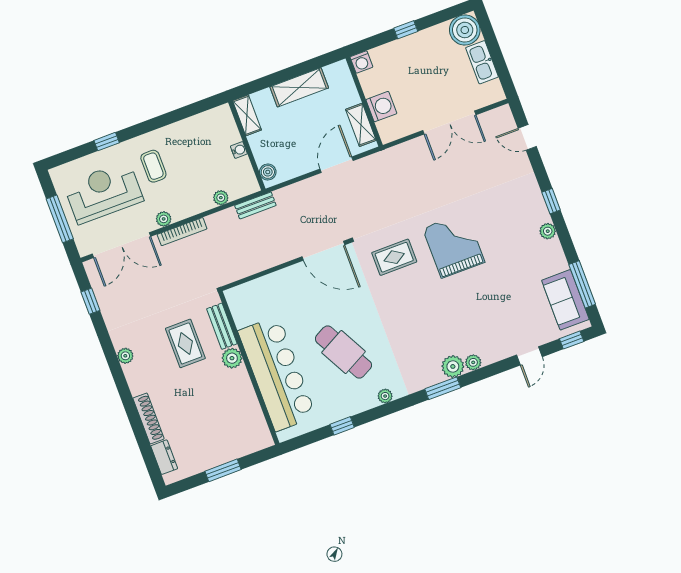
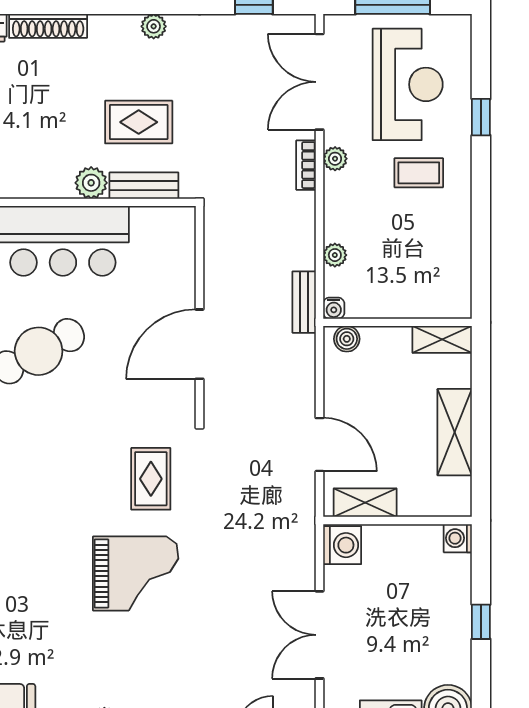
washing machine: (381, 107) -> (342, 545), moved, turned -90
water cooler: (239, 150) -> (334, 308), moved
bookcase: (182, 232) -> (306, 165), width x0.64
door: (323, 251) -> (199, 344), moved

